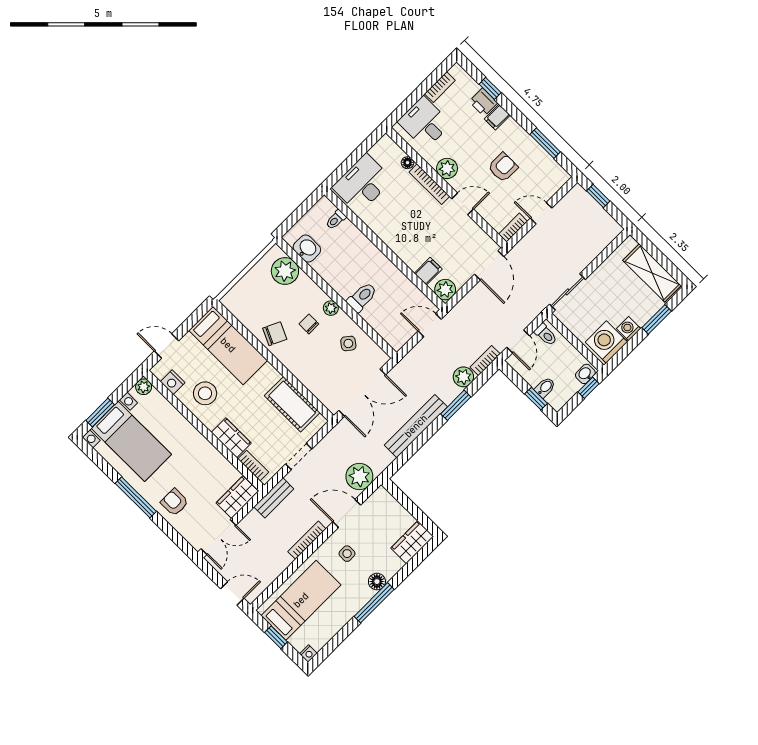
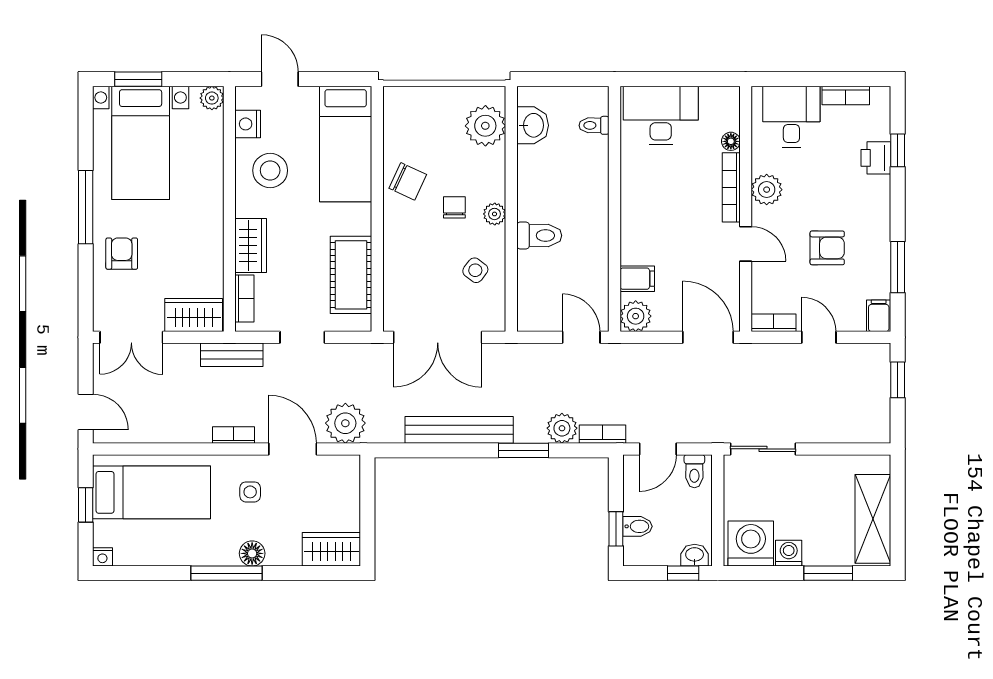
filing cabinet: (497, 117) -> (879, 316), moved, turned 90
door: (489, 265) -> (708, 337), swing flipped
bookcase: (307, 540) -> (234, 435), width x0.64

